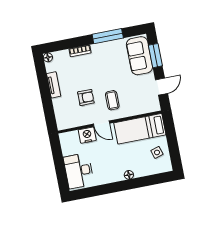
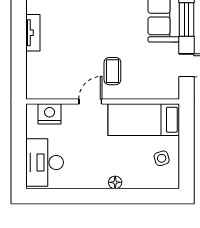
armchair: (86, 97) -> (75, 60), removed
door: (101, 124) -> (90, 101), swing flipped
nightstand: (87, 135) -> (50, 114), moved

